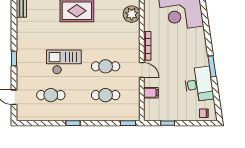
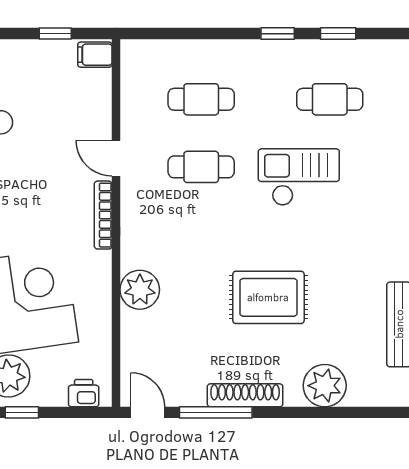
checkout: (64, 62) -> (299, 177), turned 180
filing cabinet: (151, 93) -> (95, 55), moved
window: (128, 123) -> (338, 34), moved

